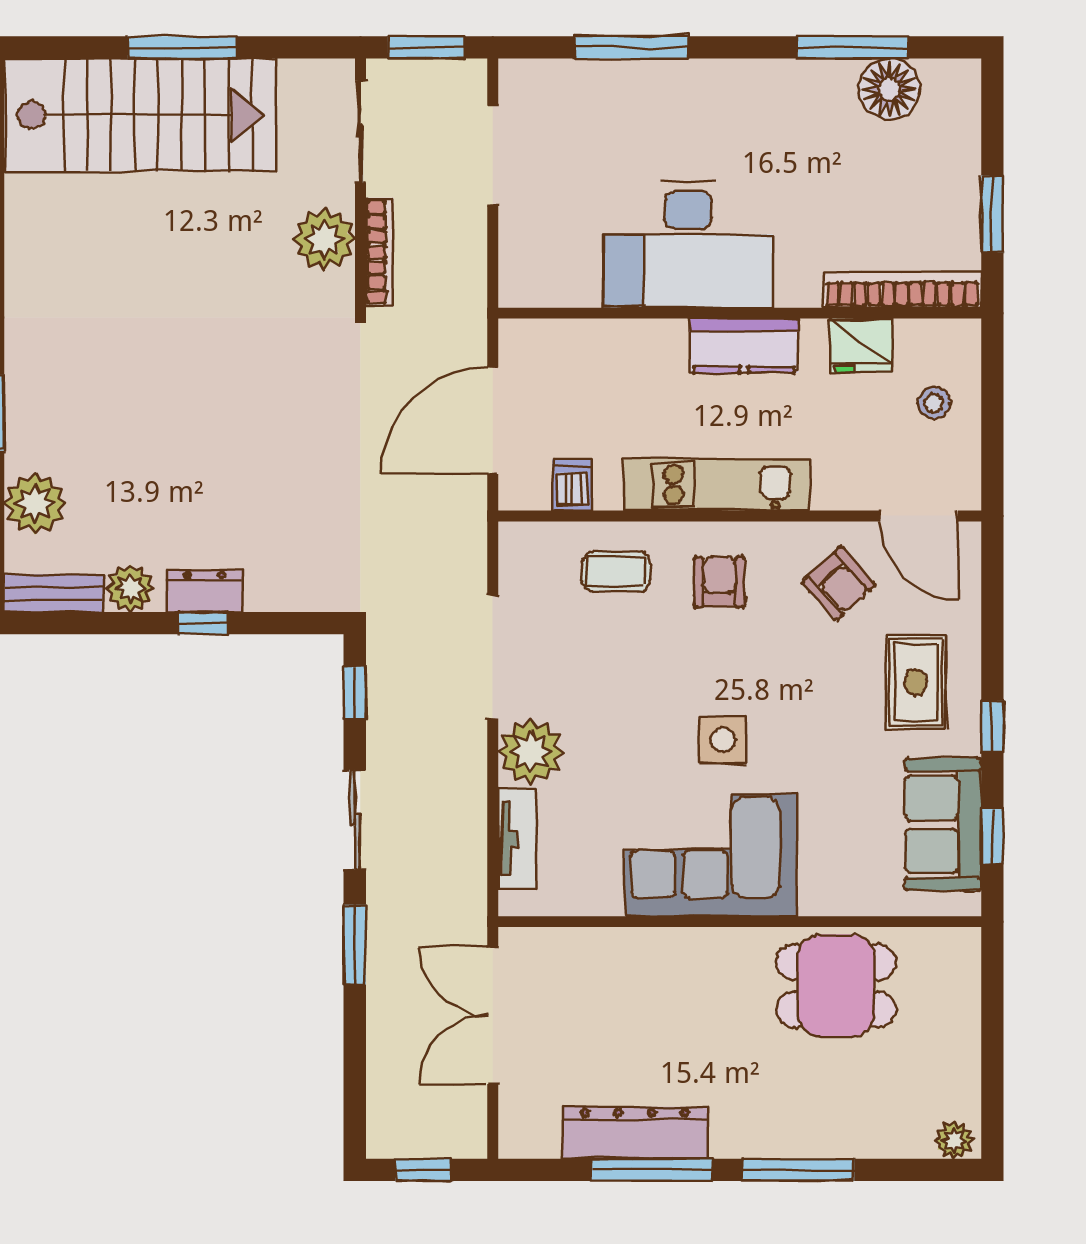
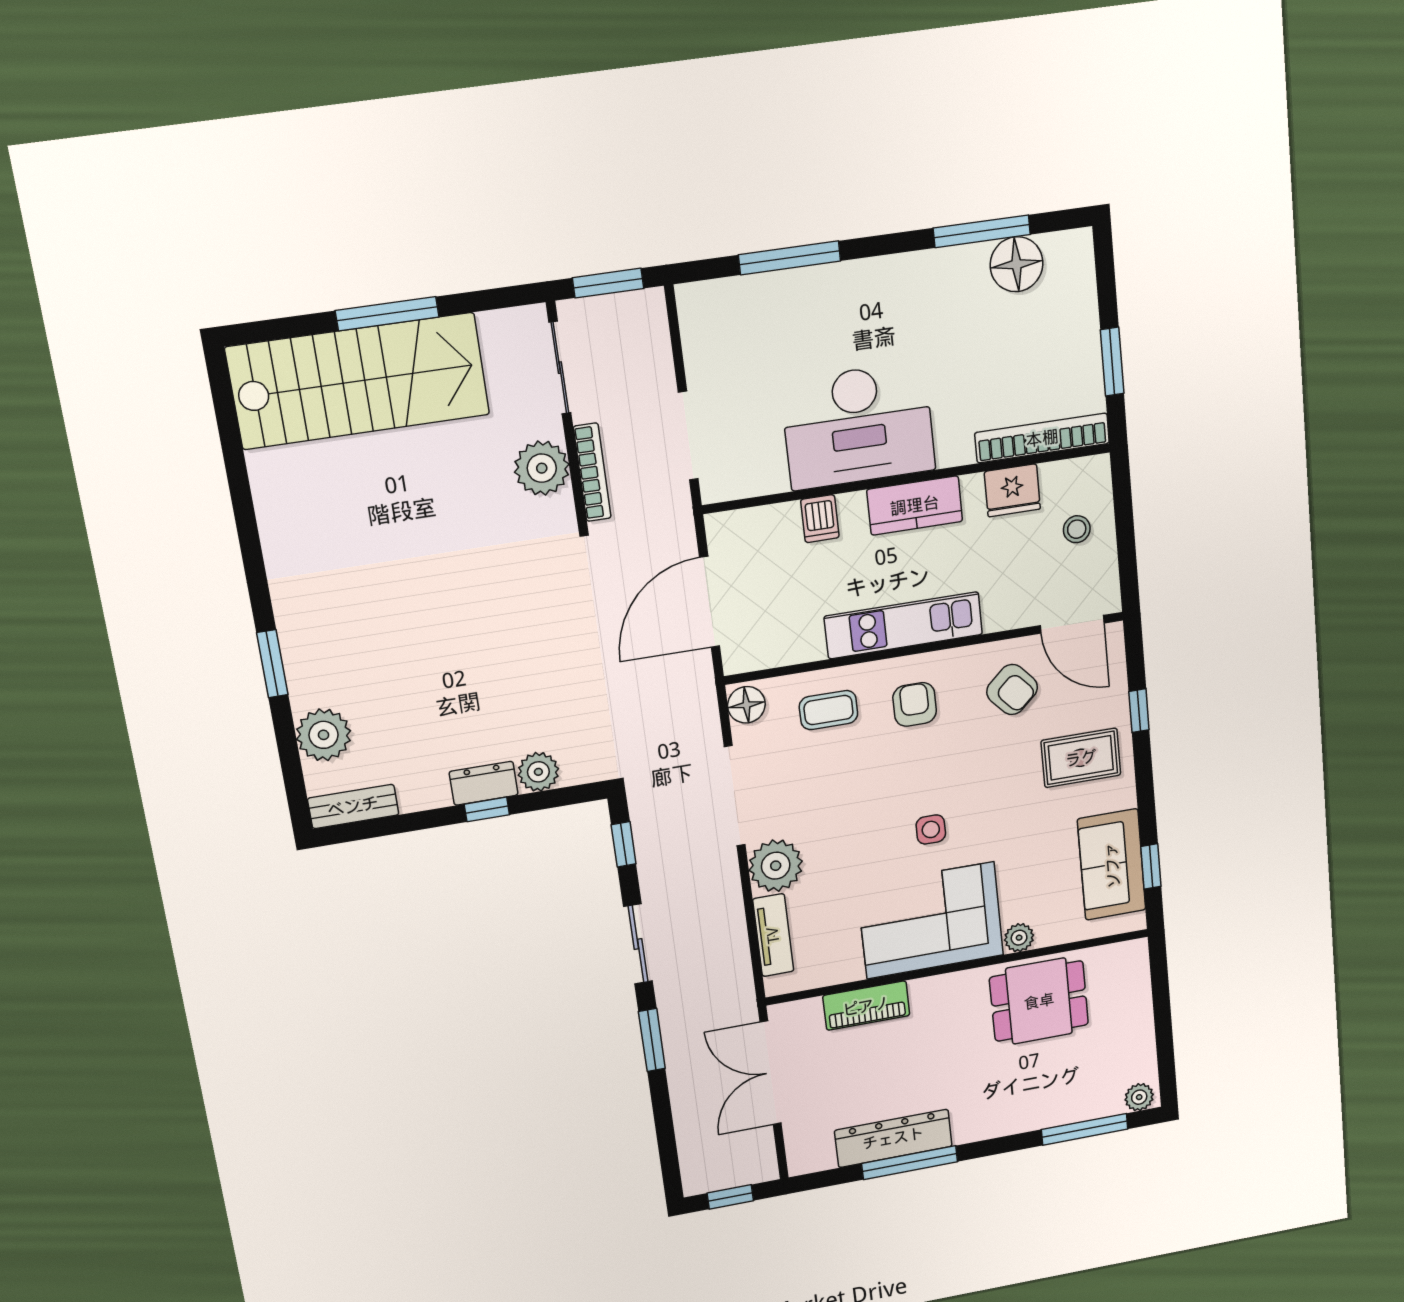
doorway: (493, 156) -> (688, 436), moved
dishwasher: (572, 485) -> (820, 519), moved, turned 180
floor lamp: (520, 549) -> (746, 705), added
plant: (130, 588) -> (538, 772), moved
rug: (916, 682) -> (1081, 758), turned 90
window: (992, 727) -> (1139, 711), moved
side table: (723, 740) -> (931, 829), width x0.73, depth x0.73
plant: (819, 898) -> (1019, 938), added
piano: (620, 950) -> (866, 1006), added
window: (798, 1170) -> (1085, 1129), moved

